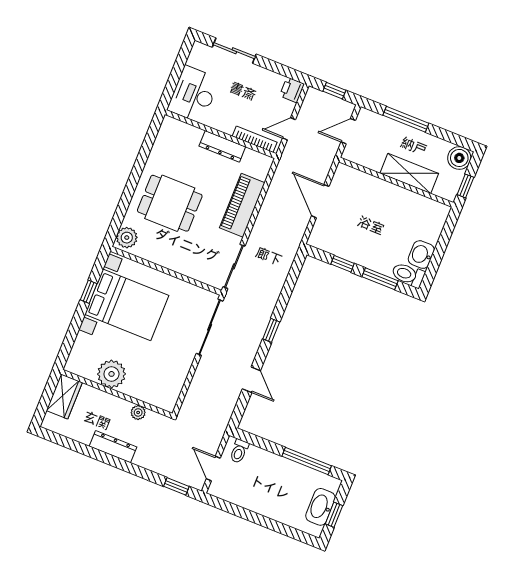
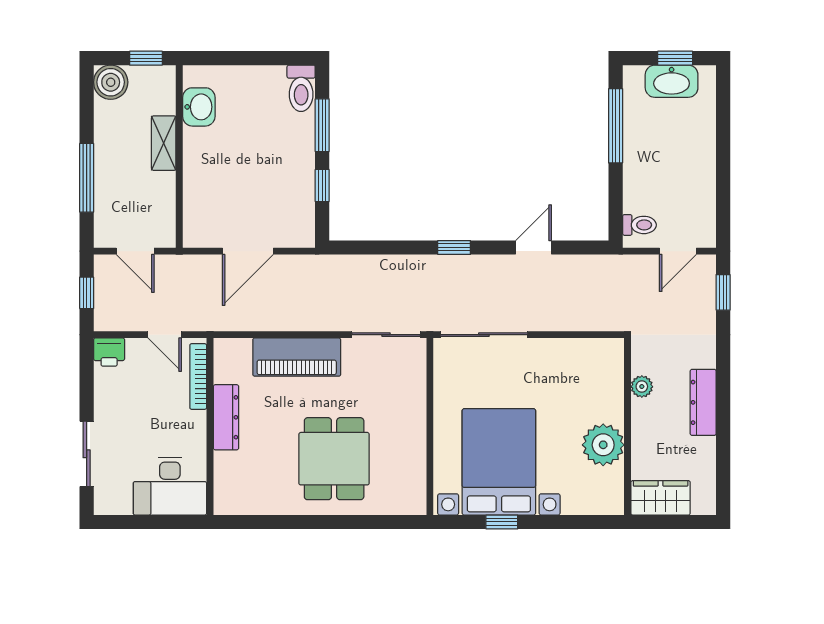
shelving: (409, 173) -> (164, 143), width x0.67, depth x0.75
plant: (127, 238) -> (406, 499), removed
washbasin: (421, 255) -> (199, 107), moved, turned -90

